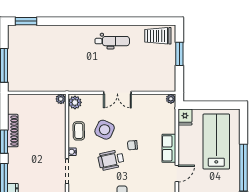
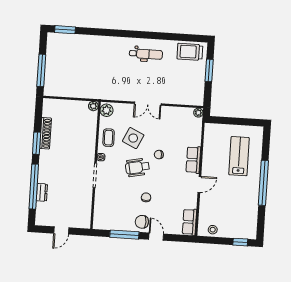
fridge: (185, 117) -> (211, 131), removed
lab bench: (216, 141) -> (239, 156), width x0.73, depth x0.72

